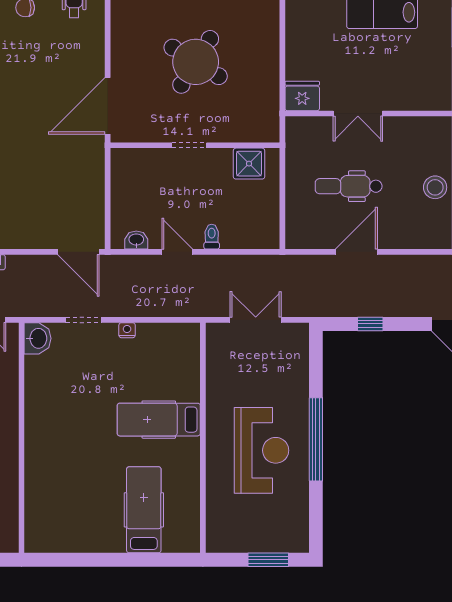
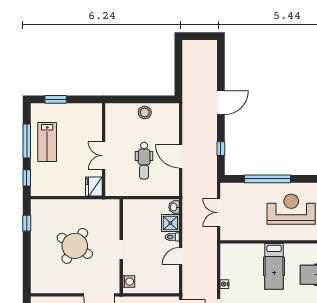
double door: (358, 114) -> (104, 156), swing flipped
washing machine: (132, 159) -> (129, 282), added
shower: (249, 164) -> (170, 223), moved
washbasin: (136, 240) -> (174, 207), moved
window: (316, 439) -> (267, 179), moved

